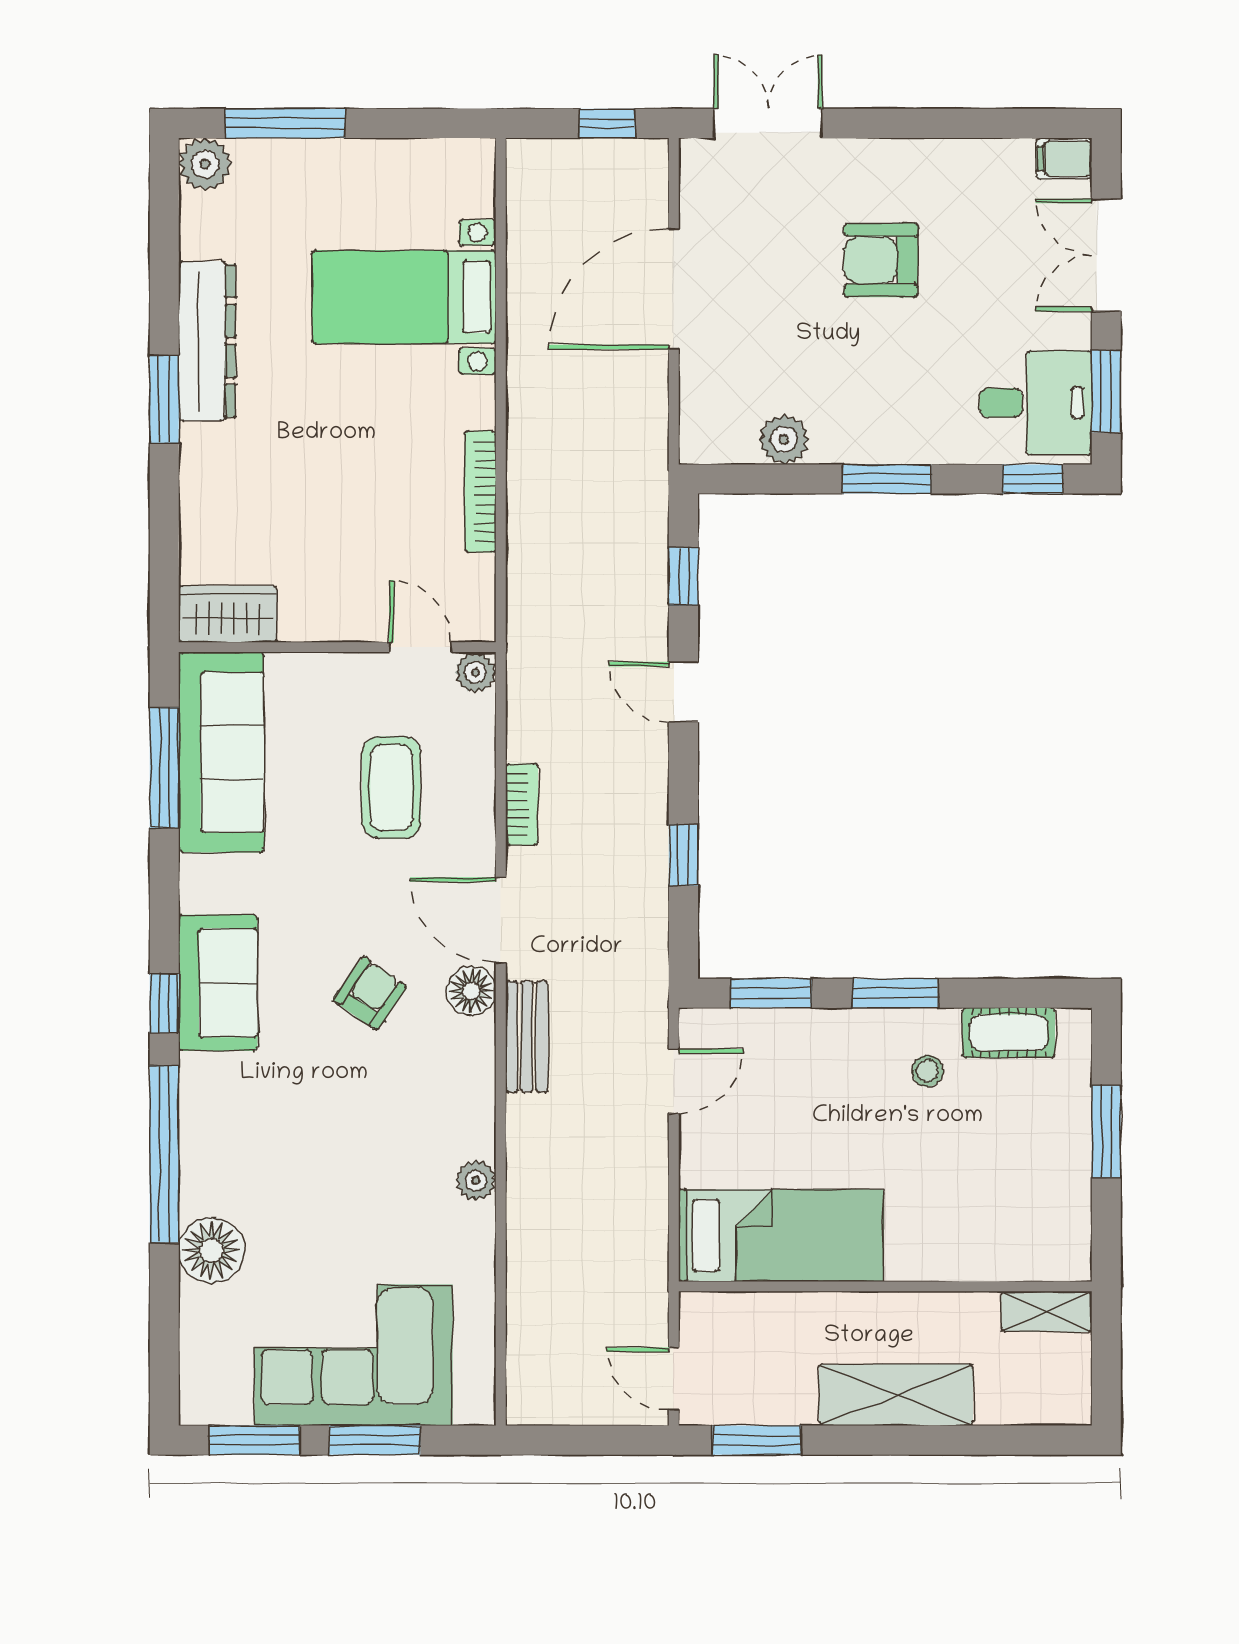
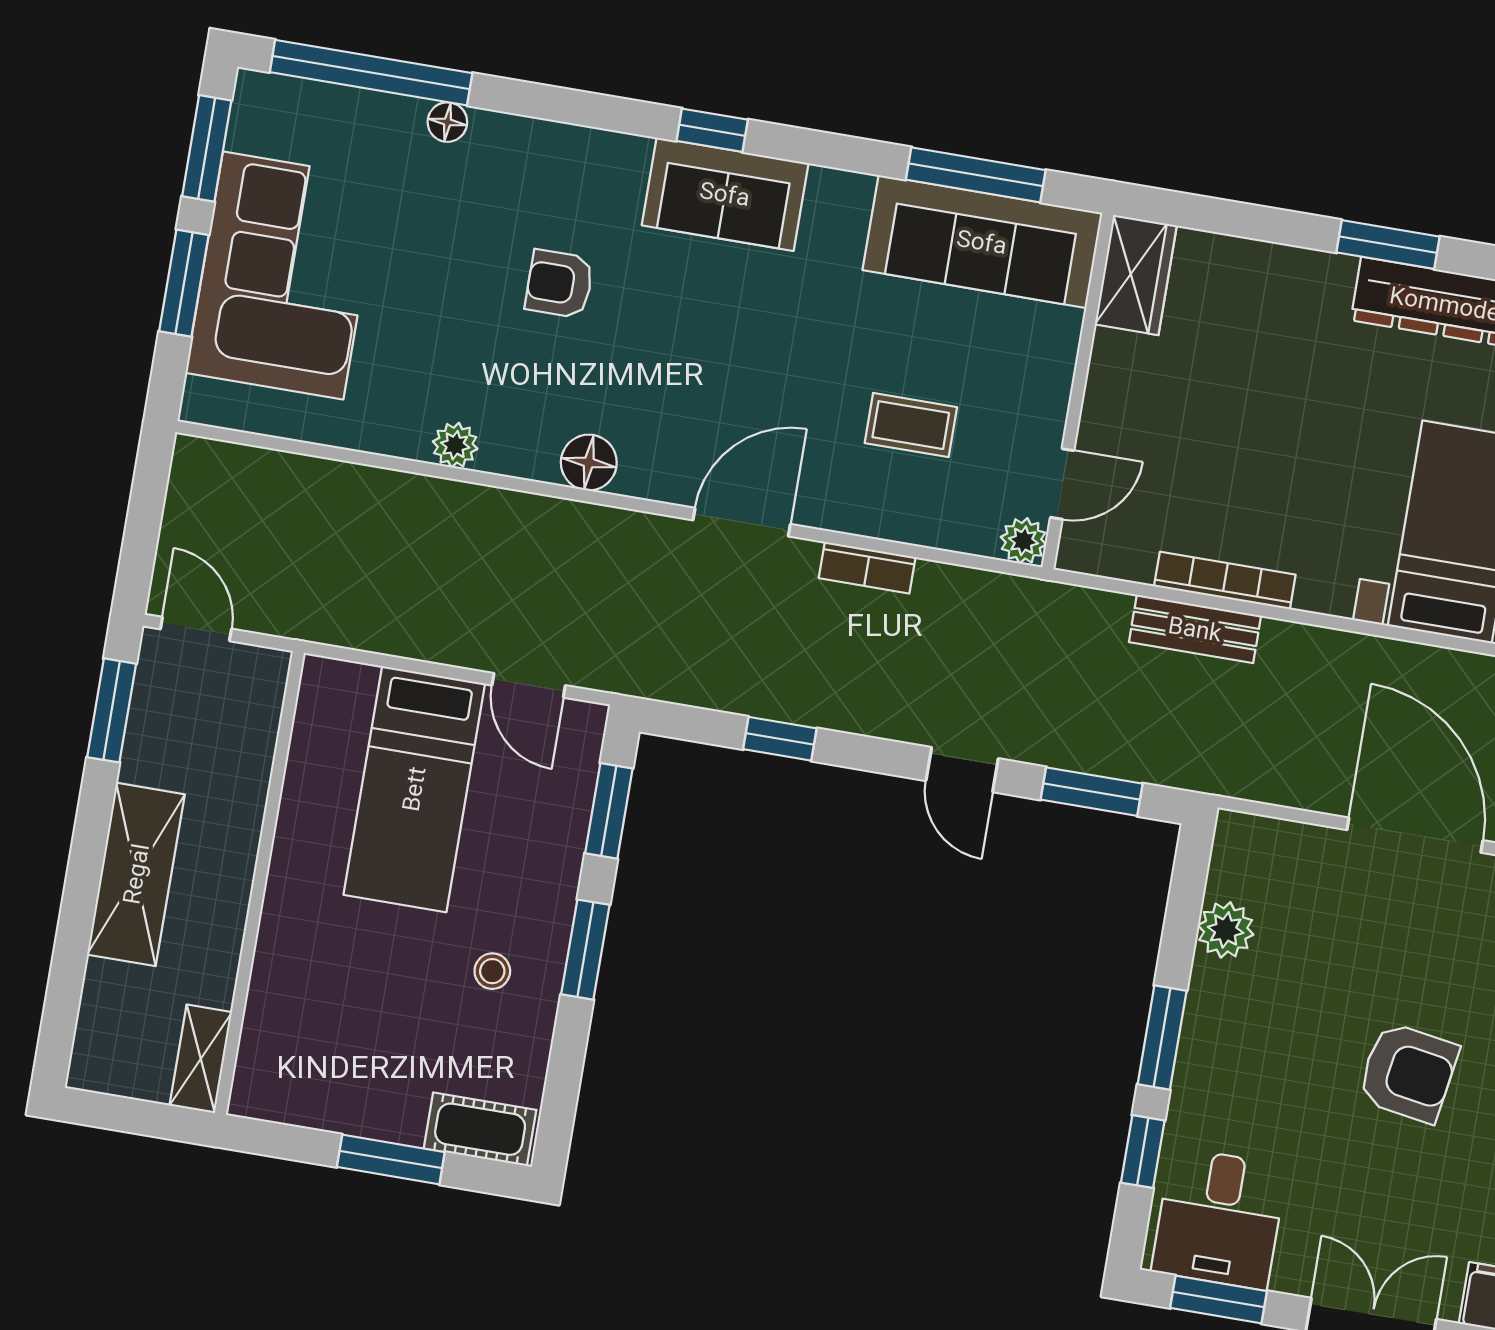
armchair: (881, 260) -> (1408, 1072), turned 99
window: (1033, 479) -> (1143, 1152), moved
window: (683, 576) -> (1092, 792), width x1.50
door: (683, 692) -> (962, 770), swing flipped
coffee table: (391, 787) -> (911, 425), width x0.73, depth x0.77
floor lamp: (471, 991) -> (589, 463), moved
armchair: (370, 993) -> (559, 284), moved, turned 145
cot: (1009, 1033) -> (480, 1129), moved, turned 90
bench: (527, 1037) -> (1195, 629), moved
window: (164, 1154) -> (371, 73), moved
bed: (781, 1236) -> (414, 789), moved
floor lamp: (212, 1250) -> (447, 122), width x0.53, depth x0.53
door: (674, 1379) -> (196, 629), hinge flipped

